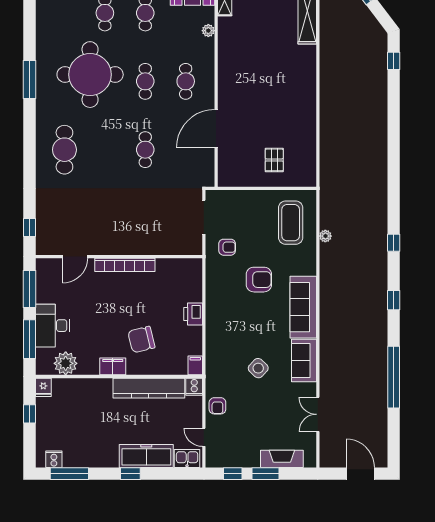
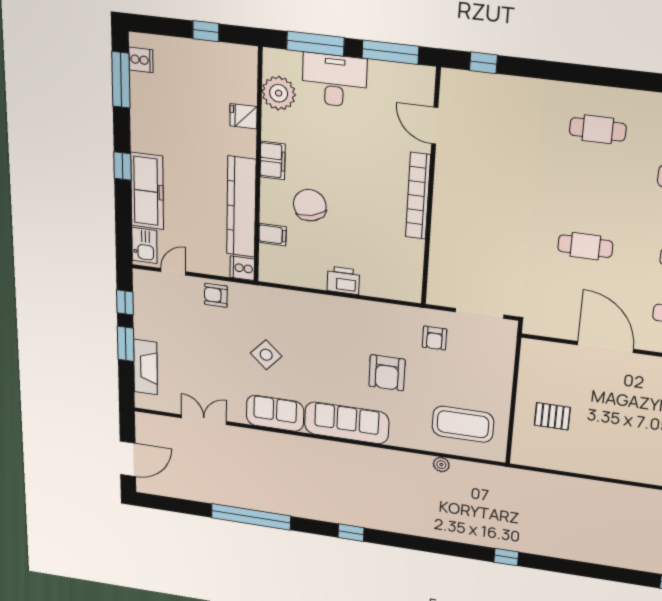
cafe table: (64, 150) -> (598, 129), width x0.73, depth x0.74
window: (394, 243) -> (506, 557), moved
filing cabinet: (195, 365) -> (272, 235), moved
fridge: (43, 387) -> (243, 116), moved

